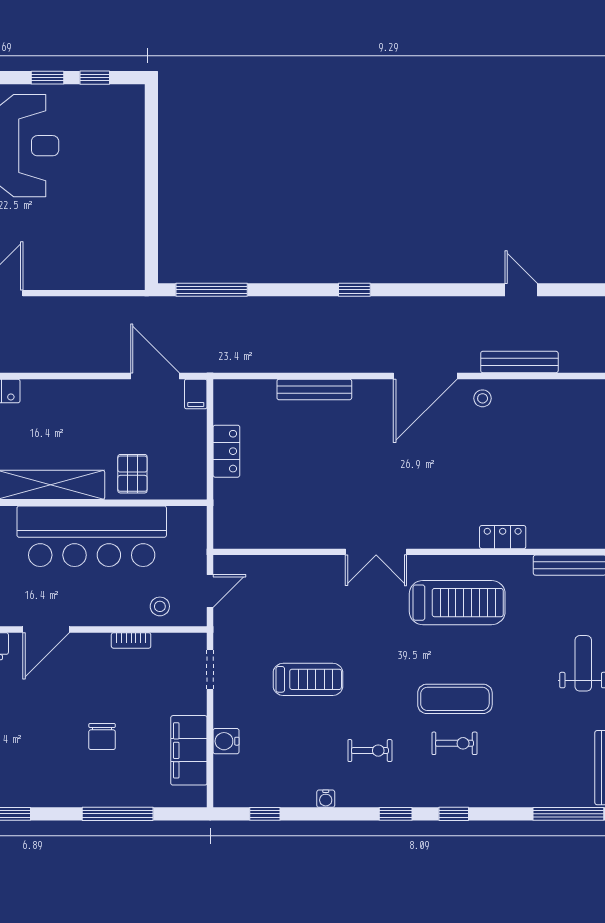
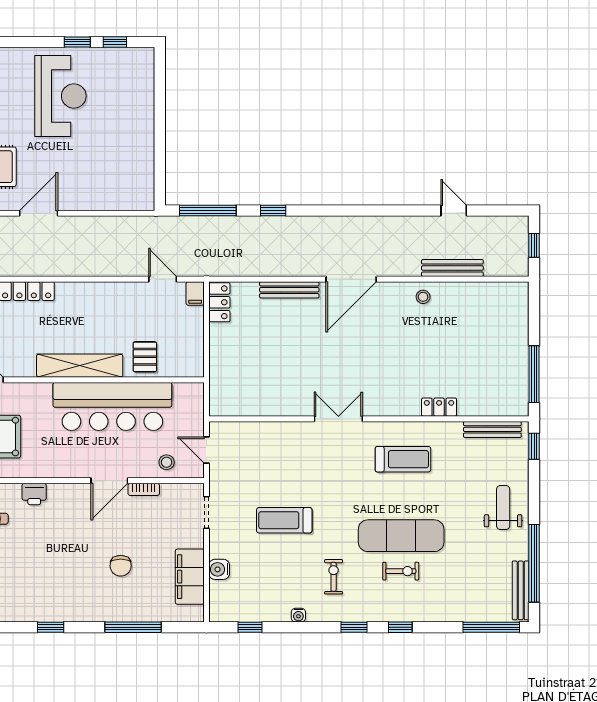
window: (354, 290) -> (273, 211), moved
door: (155, 376) -> (163, 279), width x0.73
door: (425, 376) -> (351, 279), moved
locker: (226, 451) -> (219, 302), moved
double door: (376, 552) -> (338, 419), swing flipped
door: (210, 591) -> (206, 450), swing flipped
treadmill: (457, 603) -> (403, 459), width x0.73, depth x0.73
door: (46, 629) -> (109, 481), moved
treadmill: (308, 679) -> (284, 520), turned 180
exercise mat: (455, 699) -> (401, 536), width x1.36, depth x1.45
exercise bike: (370, 751) -> (334, 577), turned -90

